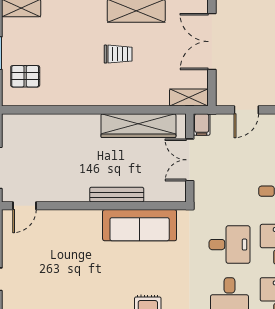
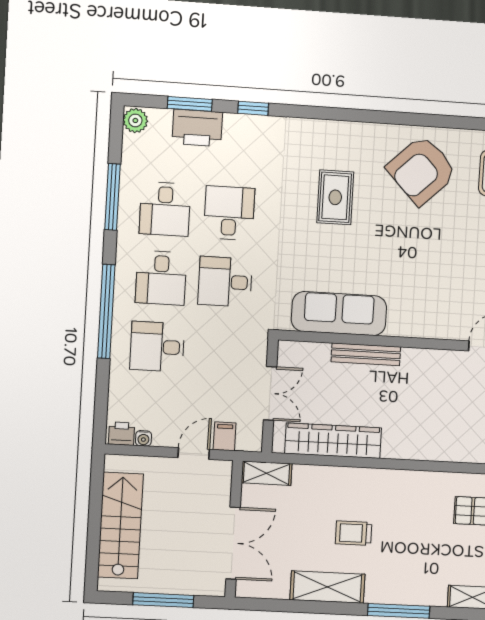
filing cabinet: (202, 125) -> (225, 436), moved

